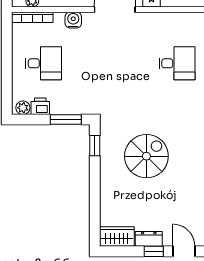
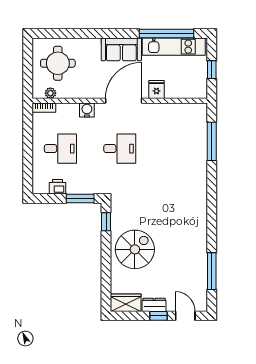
bookcase: (32, 17) -> (44, 108), width x0.64
desk: (177, 63) -> (120, 149), moved
plant: (23, 108) -> (42, 188), removed
spiral stairs: (146, 156) -> (135, 249), moved

